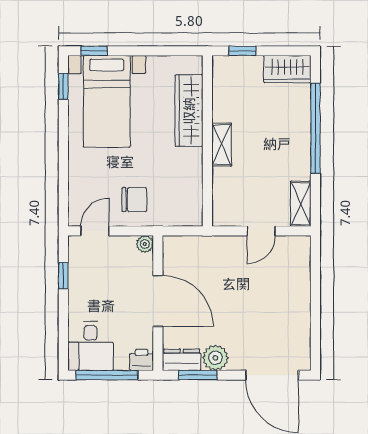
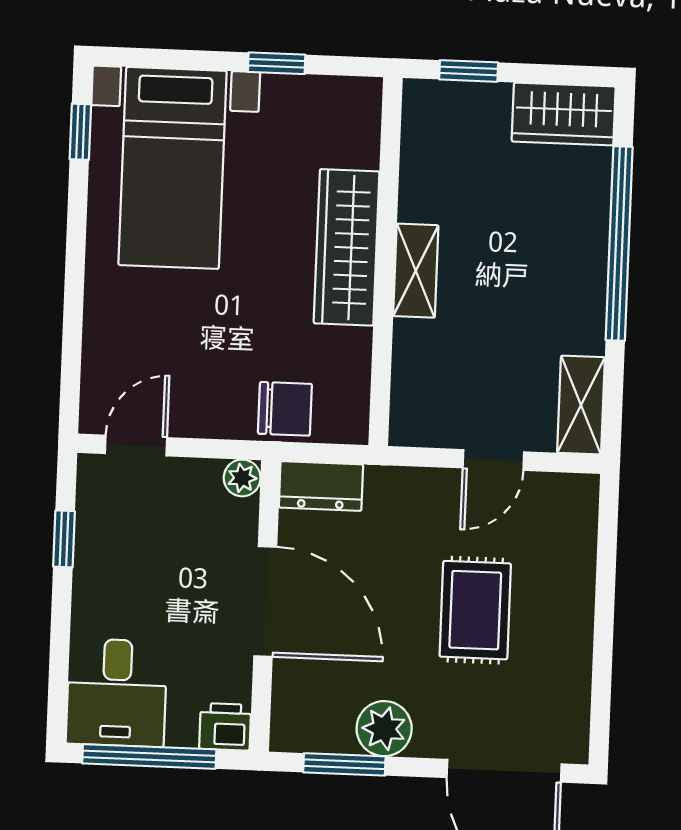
window: (94, 51) -> (277, 63), moved
wardrobe: (189, 111) -> (347, 247), moved
chair: (134, 200) -> (285, 409), moved
rug: (256, 301) -> (475, 610), added
dresser: (182, 360) -> (321, 486), moved, turned 180

